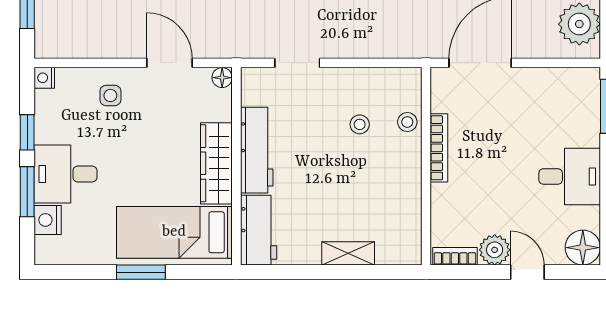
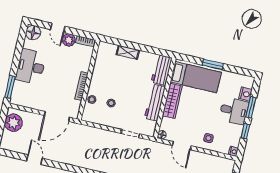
desk: (570, 176) -> (31, 67), width x1.37

